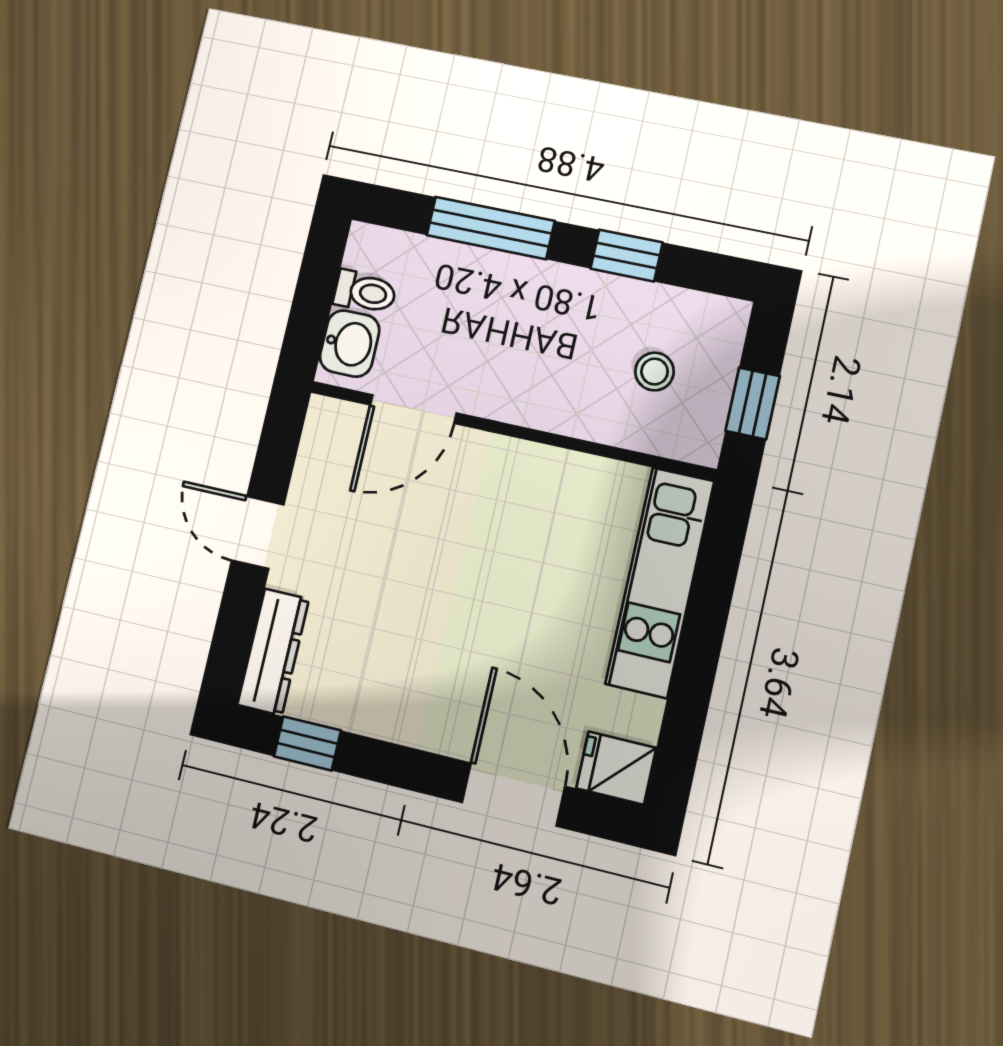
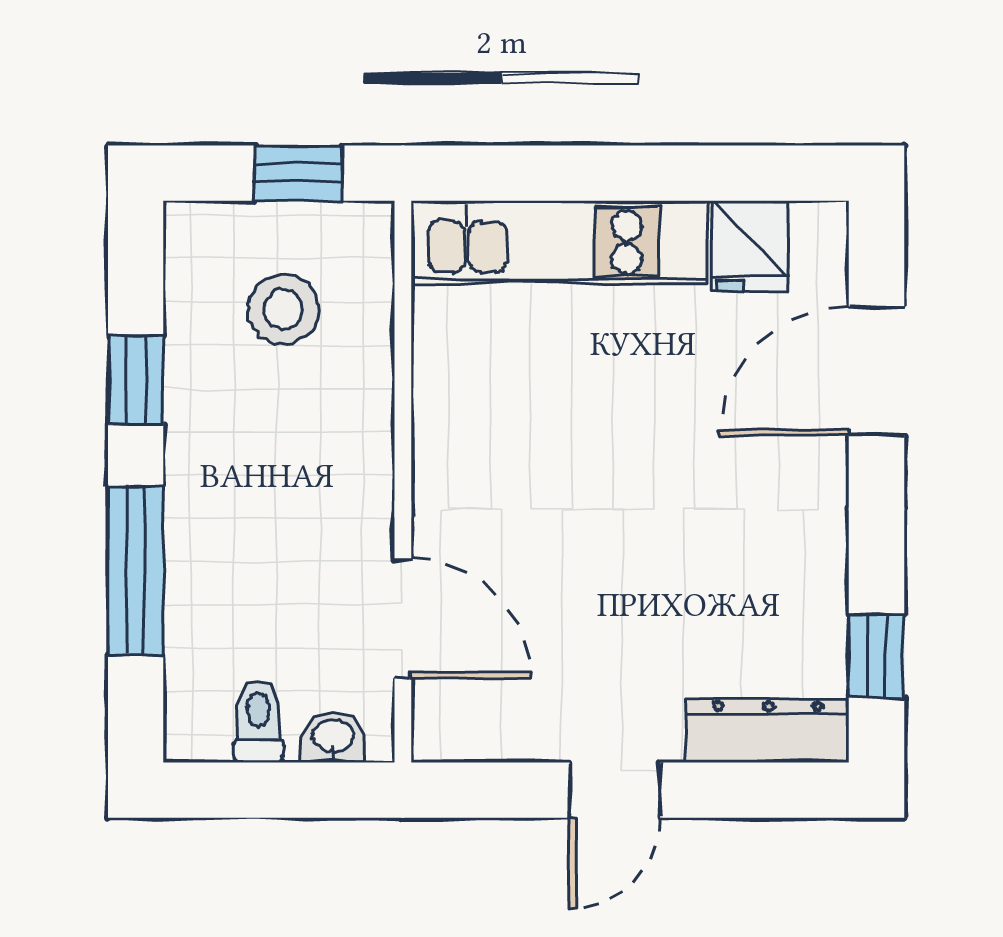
washbasin: (350, 343) -> (333, 737), width x0.72, depth x0.69
stool: (655, 371) -> (283, 310), width x1.37, depth x1.37
fridge: (616, 768) -> (750, 246), moved

